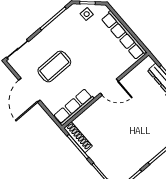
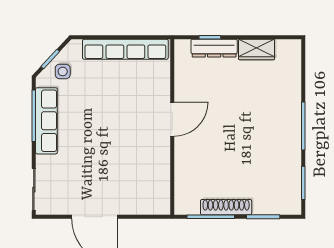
coffee table: (54, 66) -> (92, 163), removed
row of seats: (74, 107) -> (46, 121), moved, turned 180
shoe rack: (78, 137) -> (226, 207), moved

